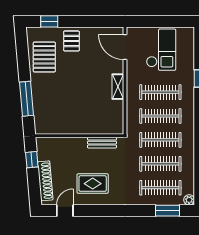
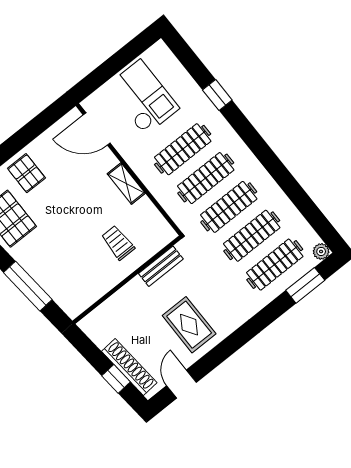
trolley: (90, 113) -> (118, 243), added
window: (32, 160) -> (116, 379), moved
rug: (93, 184) -> (189, 325), turned 90

